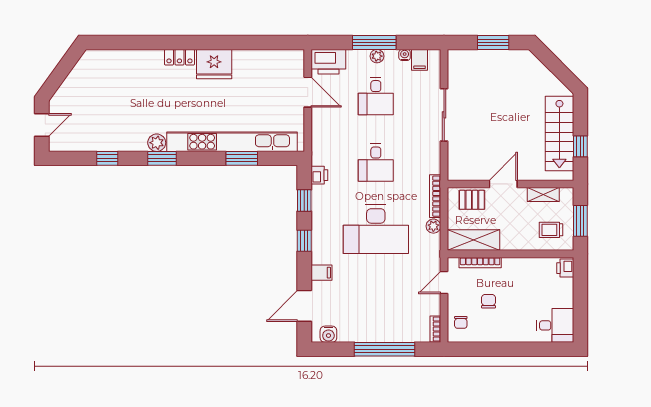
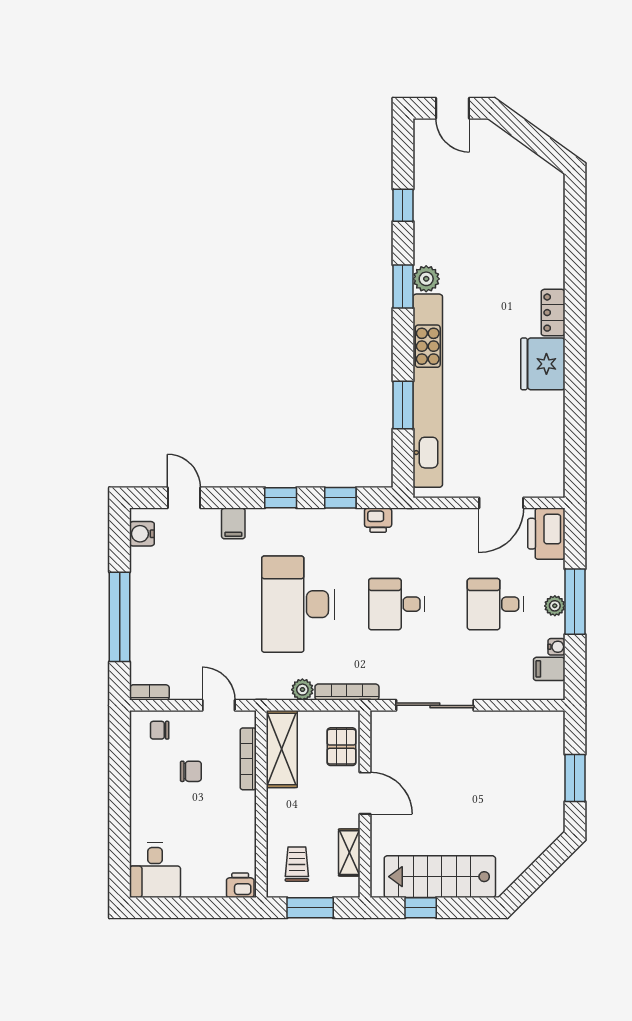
sliding door: (444, 115) -> (435, 705), moved
door: (304, 306) -> (184, 498), width x0.73

